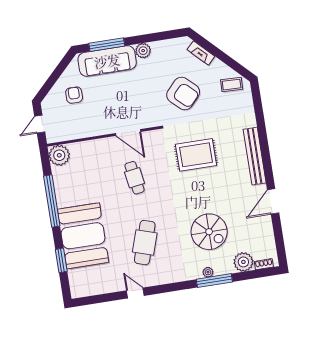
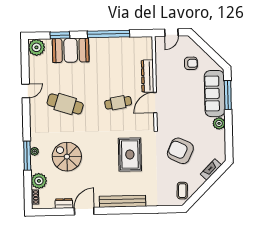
armchair: (183, 93) -> (180, 151), turned 72
door: (40, 124) -> (171, 33), swing flipped
dresser: (97, 146) -> (148, 76), added
plant: (59, 155) -> (36, 47), moved
door: (273, 201) -> (84, 211), hinge flipped
dresser: (267, 228) -> (64, 203), added
spiral stairs: (209, 232) -> (67, 157), turned 90
booth: (83, 236) -> (71, 50), width x0.73, depth x0.70

